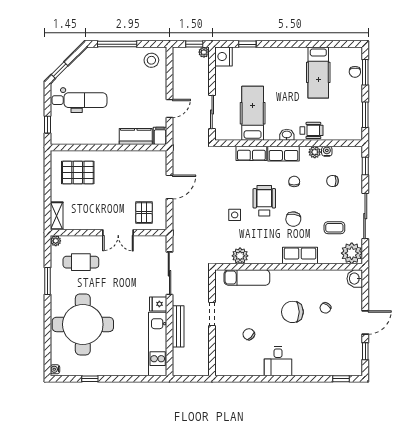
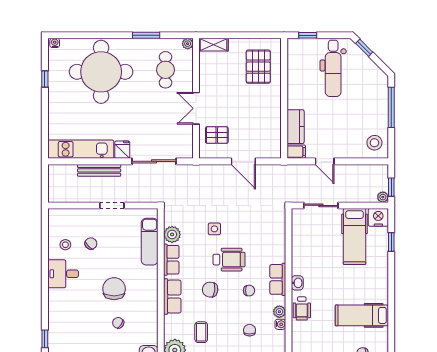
hospital bed: (253, 113) -> (355, 236), moved, turned 90
row of seats: (251, 153) -> (171, 260), moved, turned 180
stool: (250, 359) -> (65, 245), added

